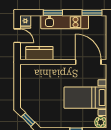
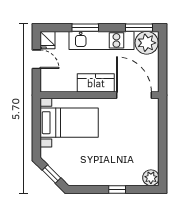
plant: (98, 24) -> (147, 43), added
kitchen counter: (39, 53) -> (96, 83), moved
bed with nightstands: (85, 98) -> (69, 123), moved, turned 180

